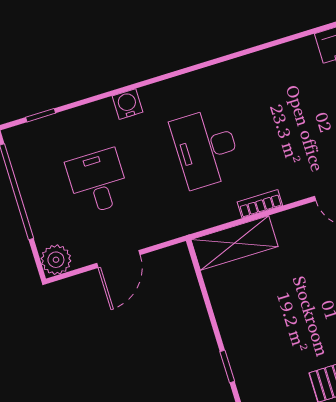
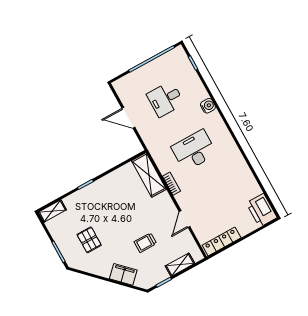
desk: (98, 181) -> (165, 99), turned 180
plant: (56, 260) -> (121, 86), removed

